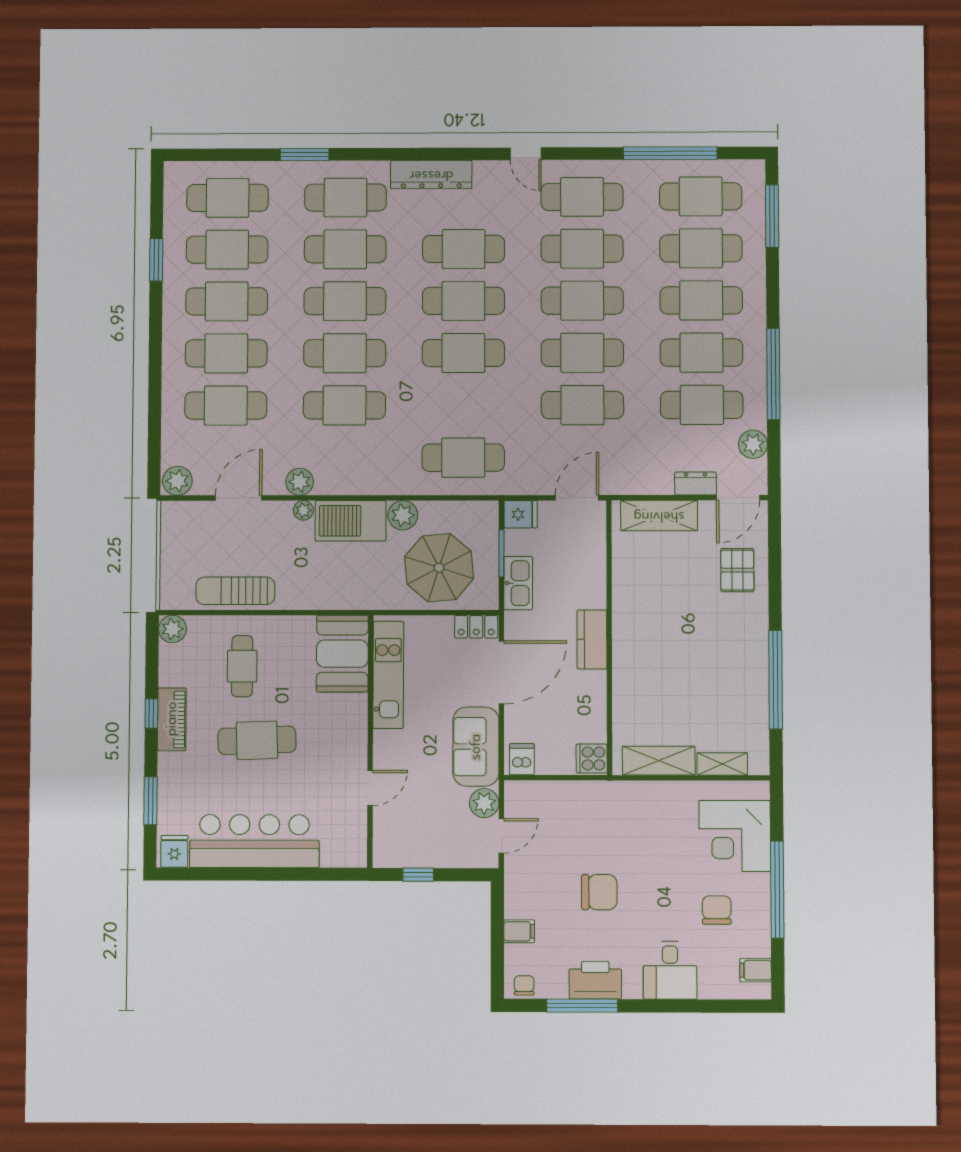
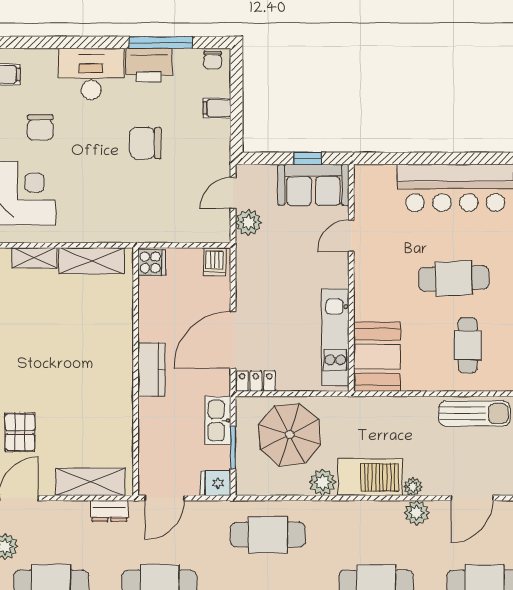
dresser: (696, 484) -> (109, 511), moved
sofa: (476, 747) -> (313, 185), moved, turned 90
desk: (670, 970) -> (91, 74), width x1.37

